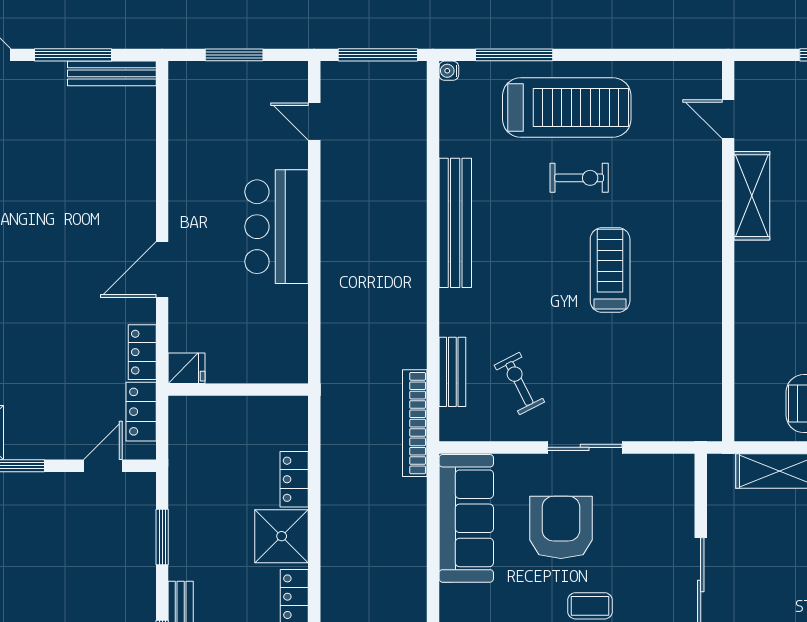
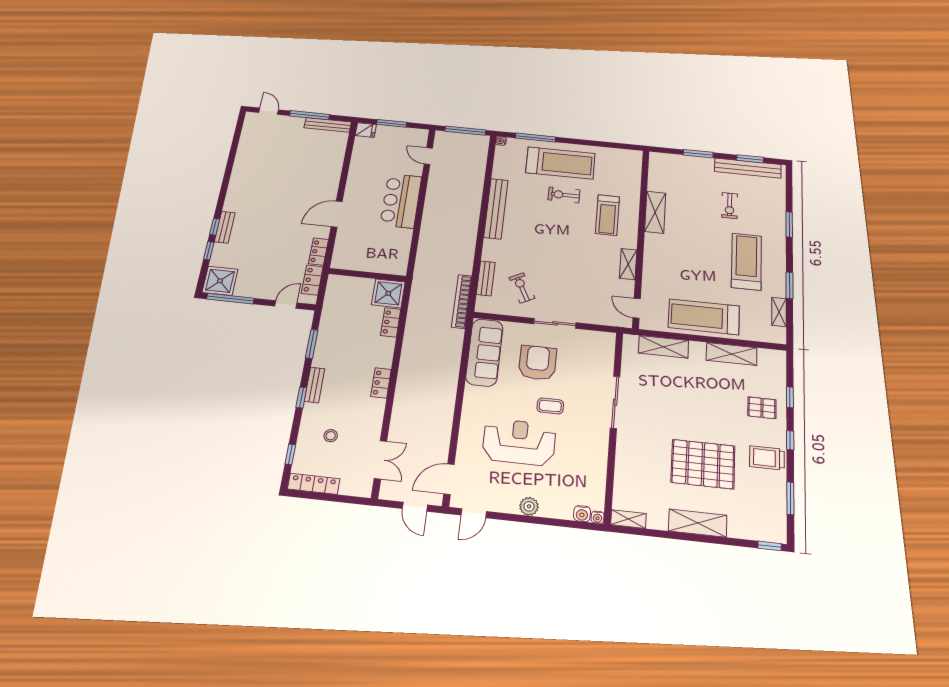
door: (728, 119) -> (637, 308), moved
exercise bike: (579, 178) -> (564, 195), turned 180
treadmill: (610, 270) -> (607, 215), moved, turned 180
shelving: (708, 312) -> (628, 264), added
fridge: (187, 368) -> (366, 130), moved
shower: (282, 536) -> (388, 293), moved

